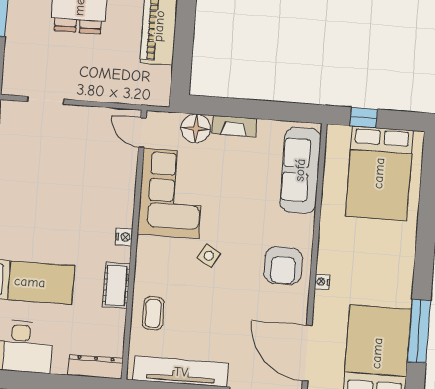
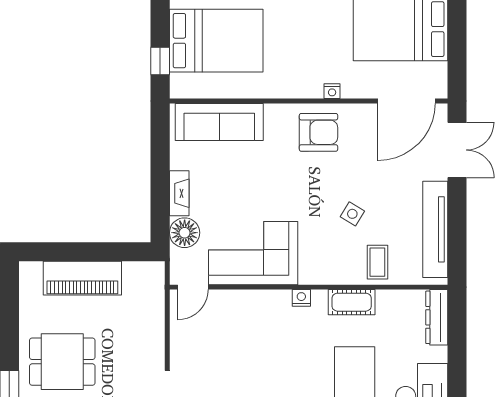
side table: (209, 256) -> (352, 214), moved
coffee table: (153, 313) -> (377, 262), turned 90

